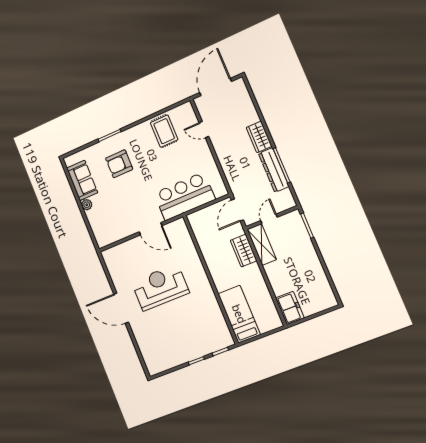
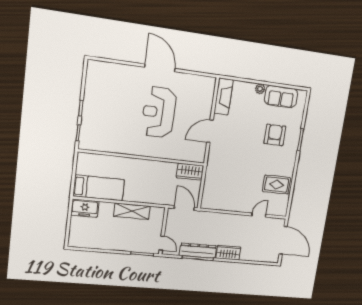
bar counter: (185, 196) -> (219, 173), removed
door: (269, 219) -> (162, 243), moved
fireplace: (113, 235) -> (223, 97), added
shelving: (262, 244) -> (132, 211), moved
wardrobe: (244, 251) -> (190, 172), moved, turned 180
reception desk: (160, 287) -> (159, 112), turned 180
door: (121, 308) -> (160, 68), hinge flipped
bed: (239, 314) -> (99, 188), moved

